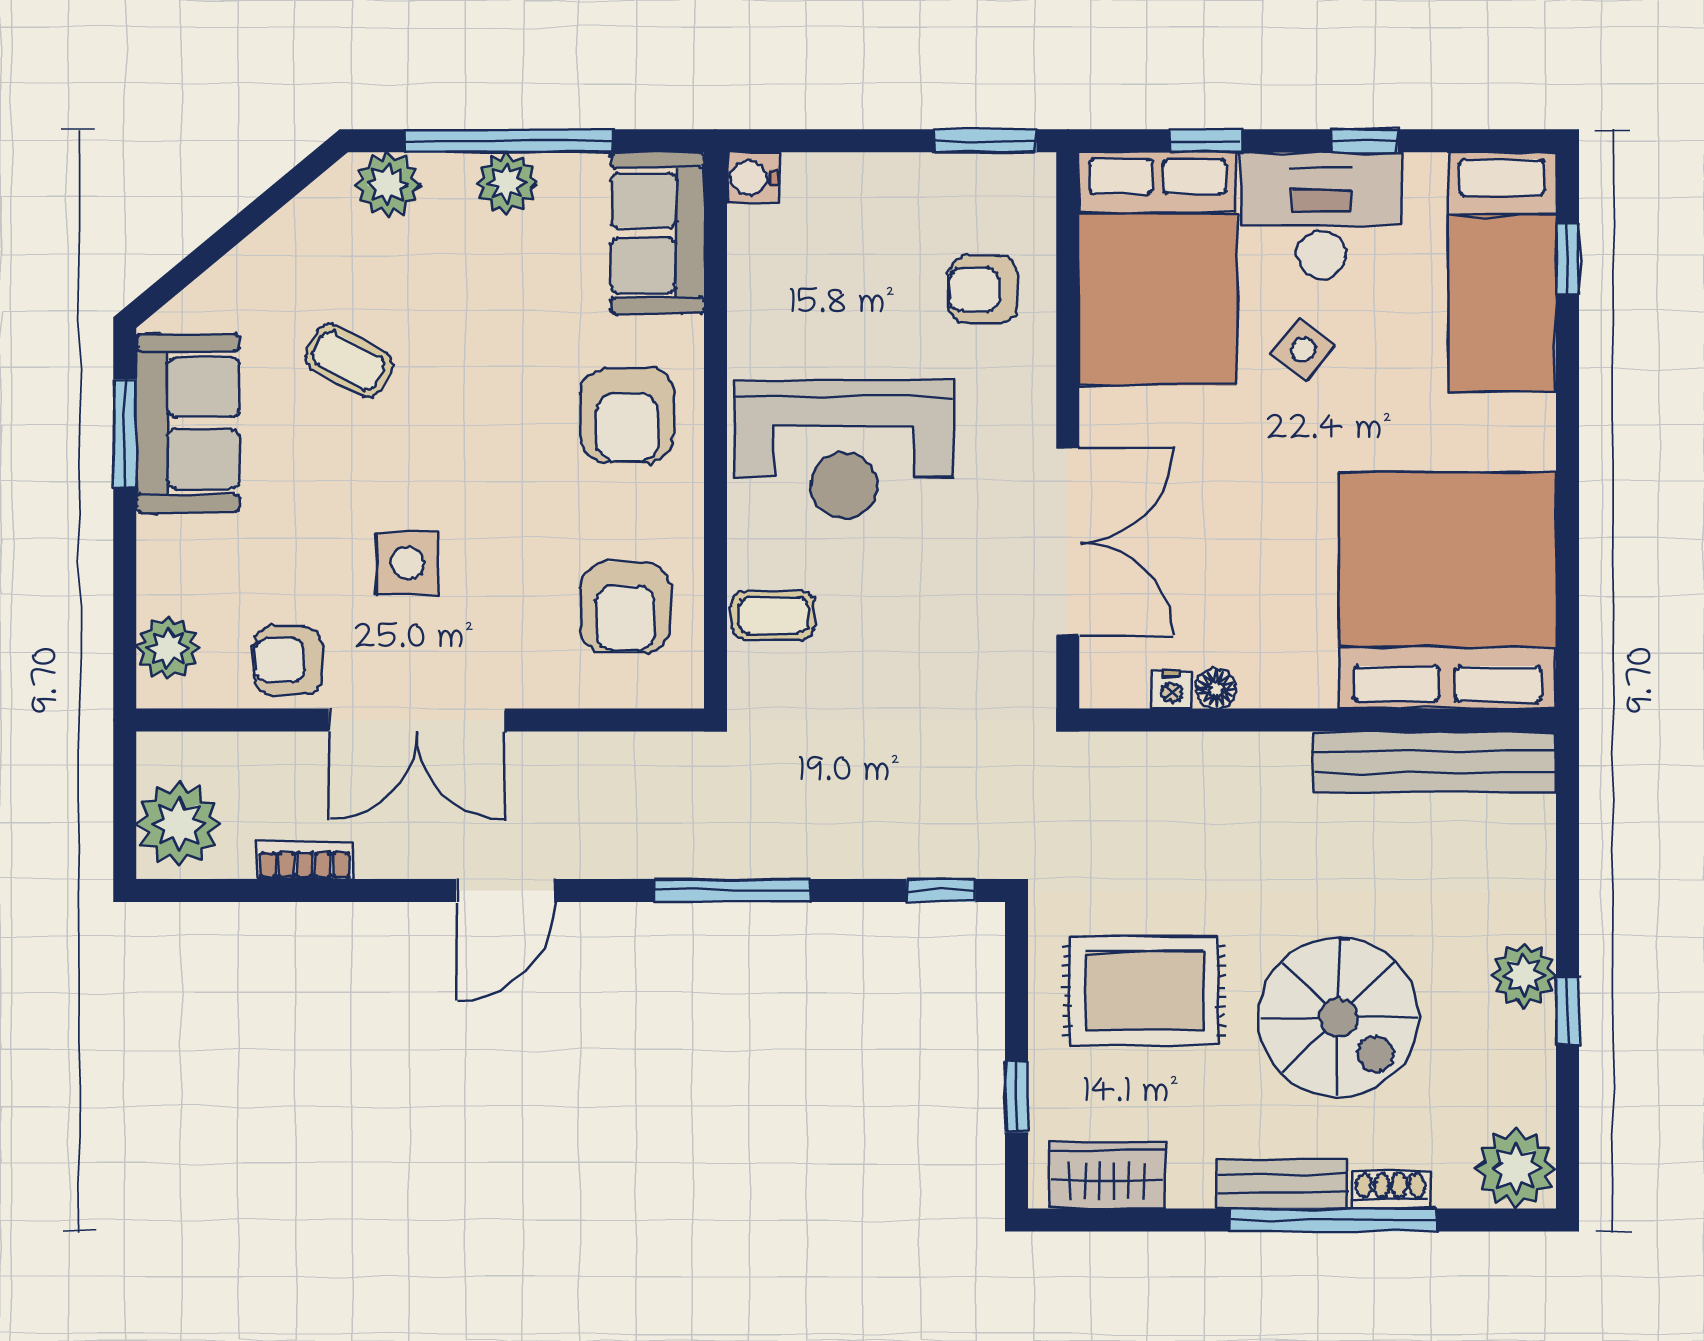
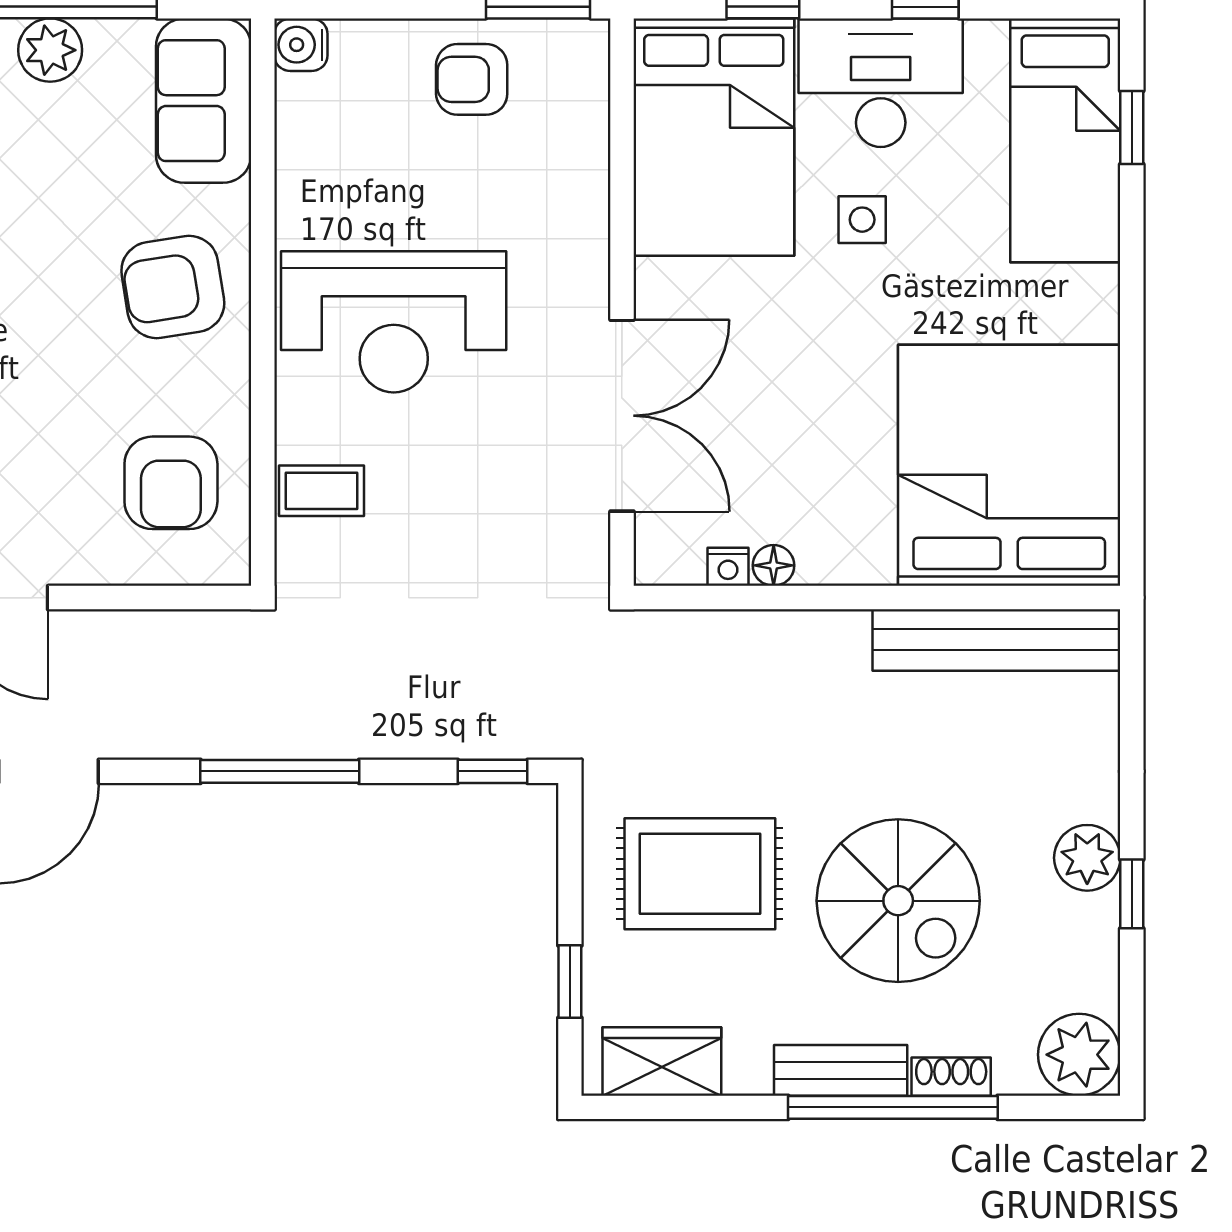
armchair: (983, 290) -> (472, 79), moved
side table: (1303, 349) -> (862, 220), turned -38
armchair: (627, 416) -> (173, 287), turned 81

